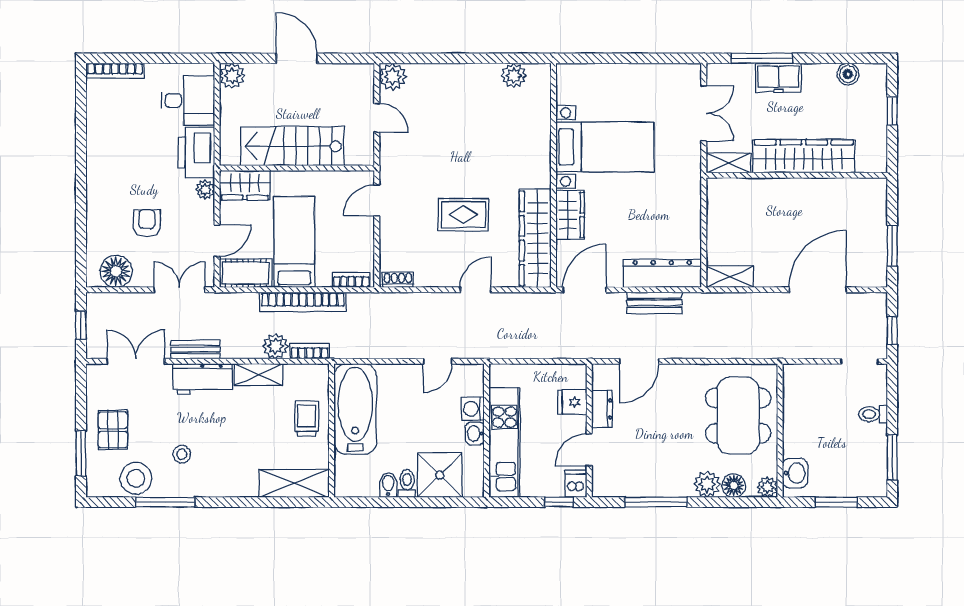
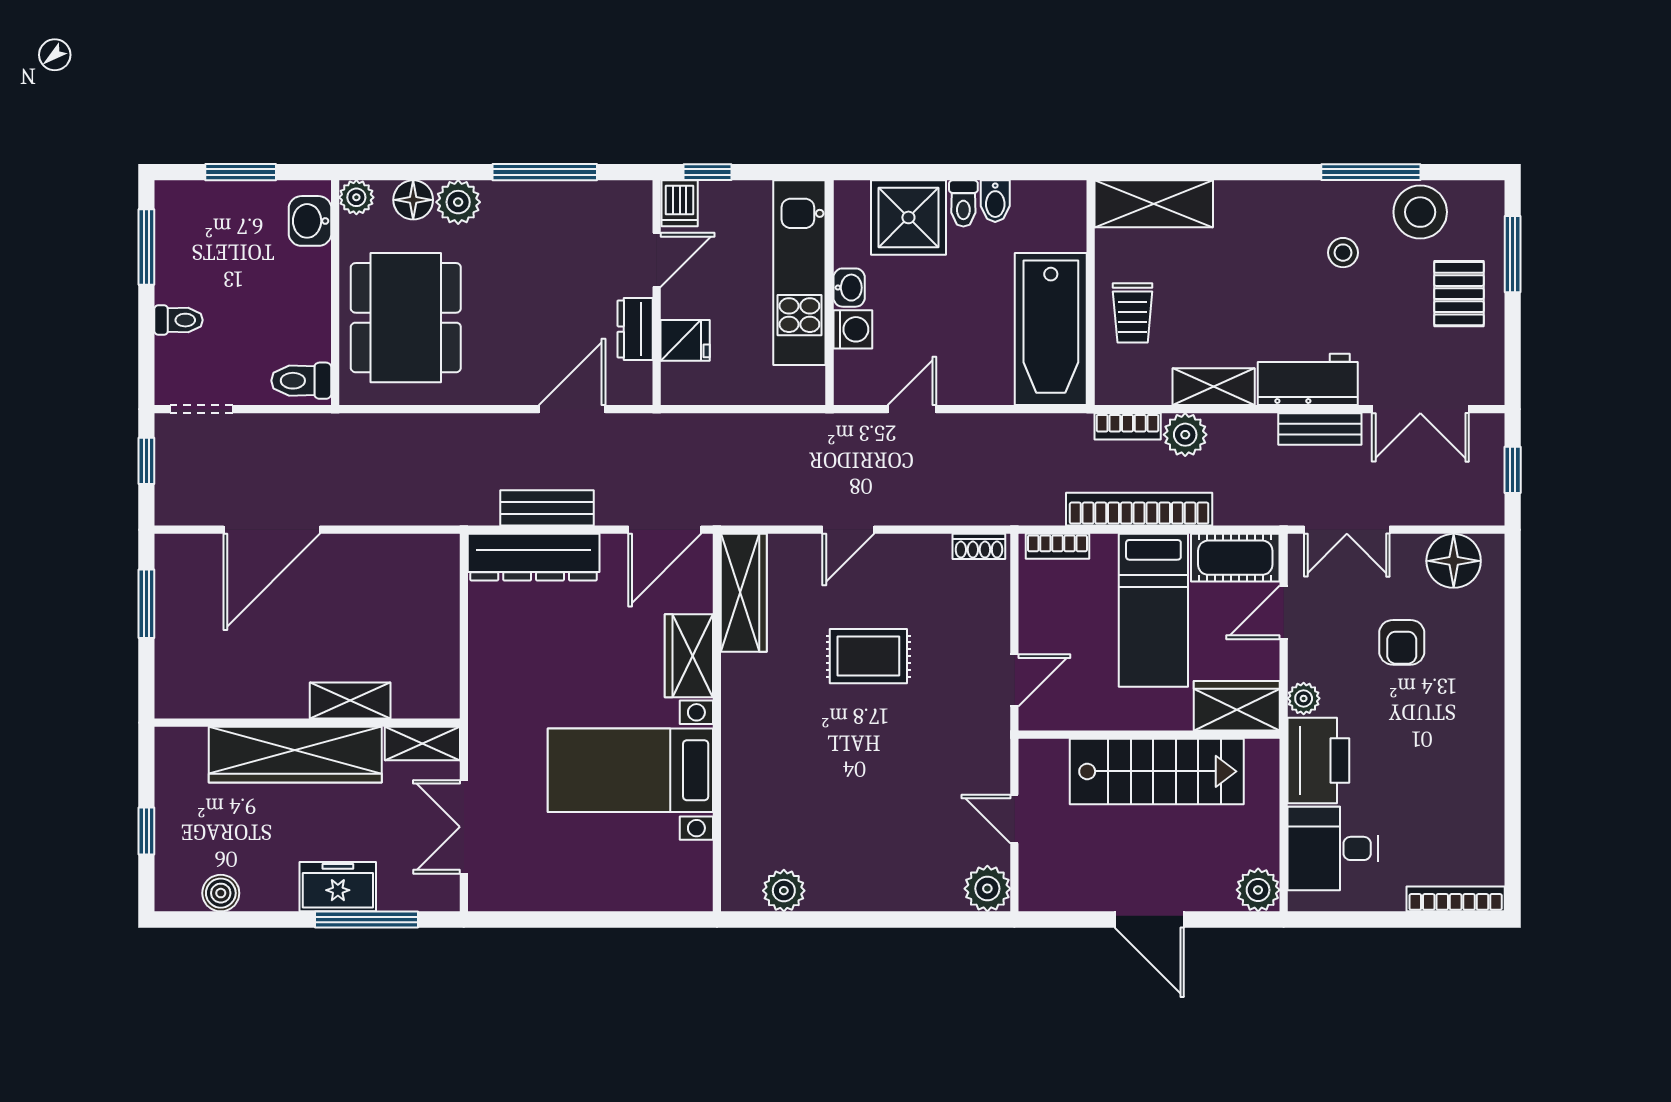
wardrobe: (535, 238) -> (744, 593), width x0.71, depth x0.85
shelving: (730, 277) -> (350, 701), moved
toilet: (800, 378) -> (301, 381), added

